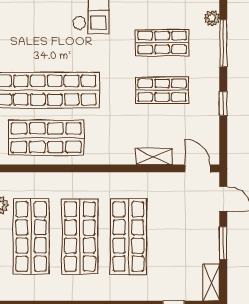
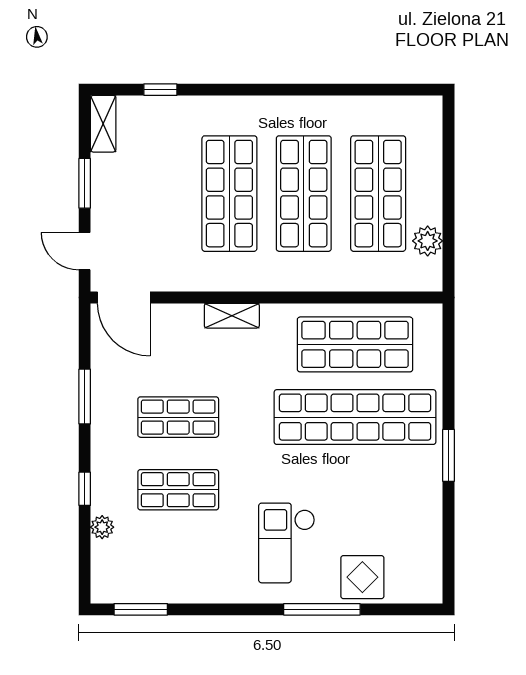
window: (223, 43) -> (85, 489), width x0.46
window: (223, 104) -> (85, 397), width x1.50
shelving: (154, 157) -> (232, 316), moved
door: (198, 168) -> (124, 297), width x1.38

